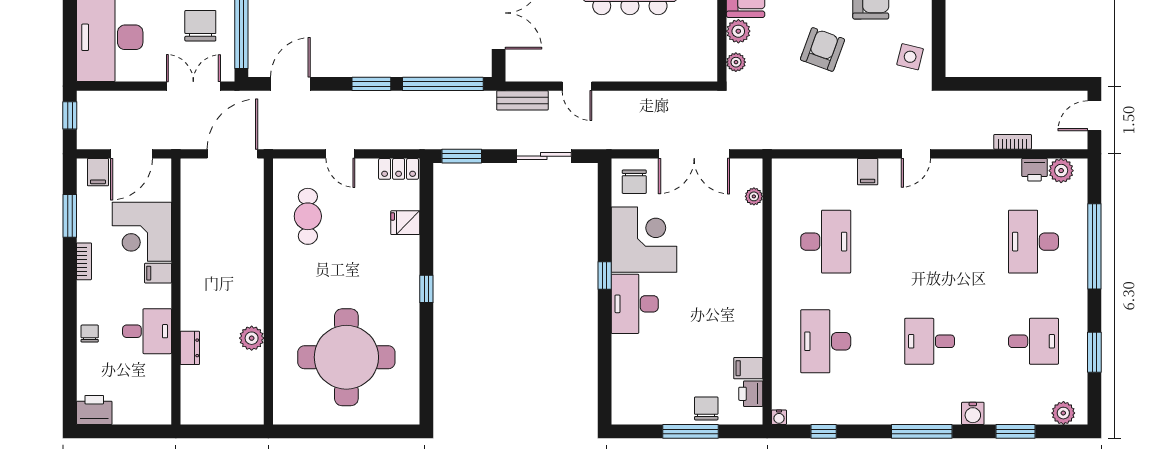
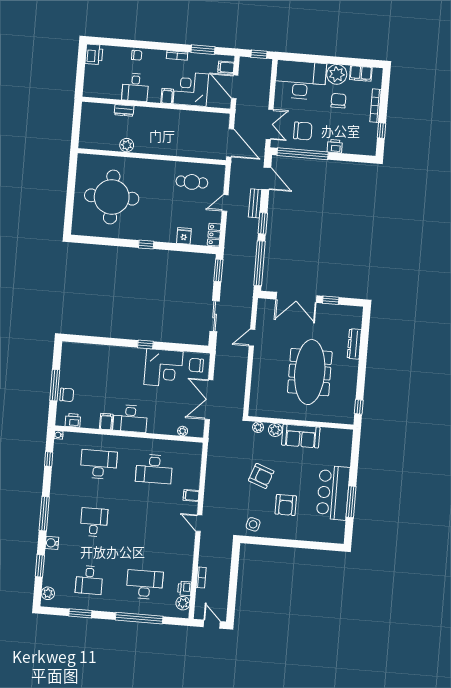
bench: (522, 100) -> (255, 203), moved
desk: (635, 304) -> (130, 419), moved, turned 180
filing cabinet: (748, 368) -> (106, 422), moved

